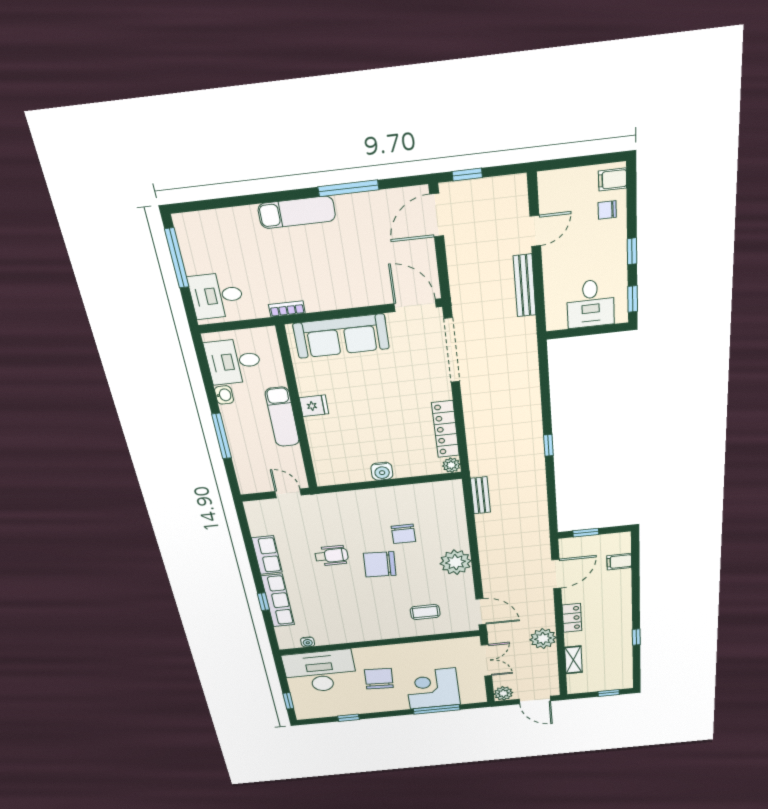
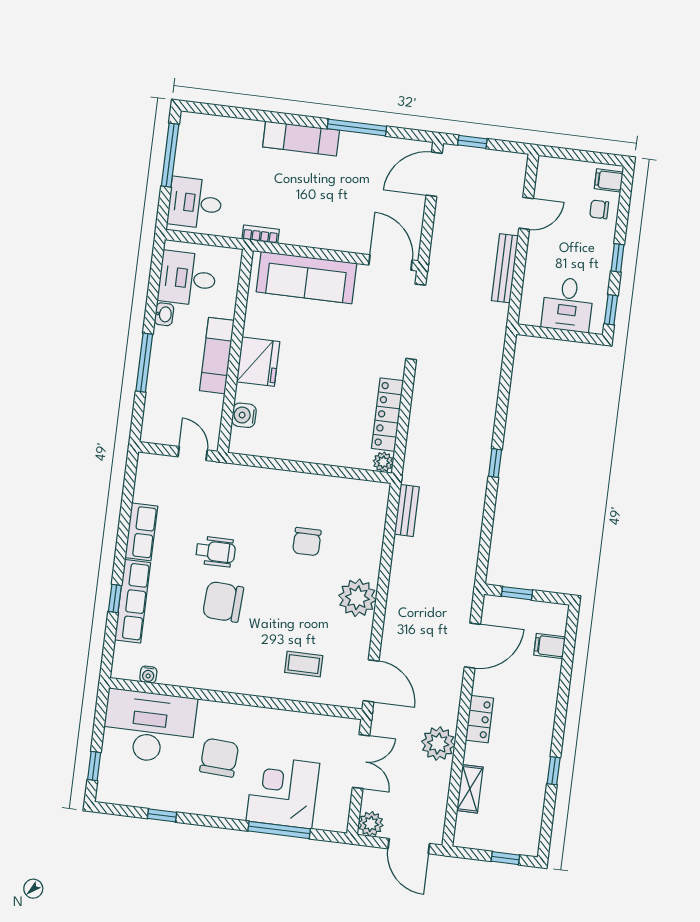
fridge: (314, 406) -> (258, 362), width x1.88, depth x1.34
water cooler: (382, 471) -> (244, 415), moved, turned 90
chair: (380, 564) -> (223, 602), moved

